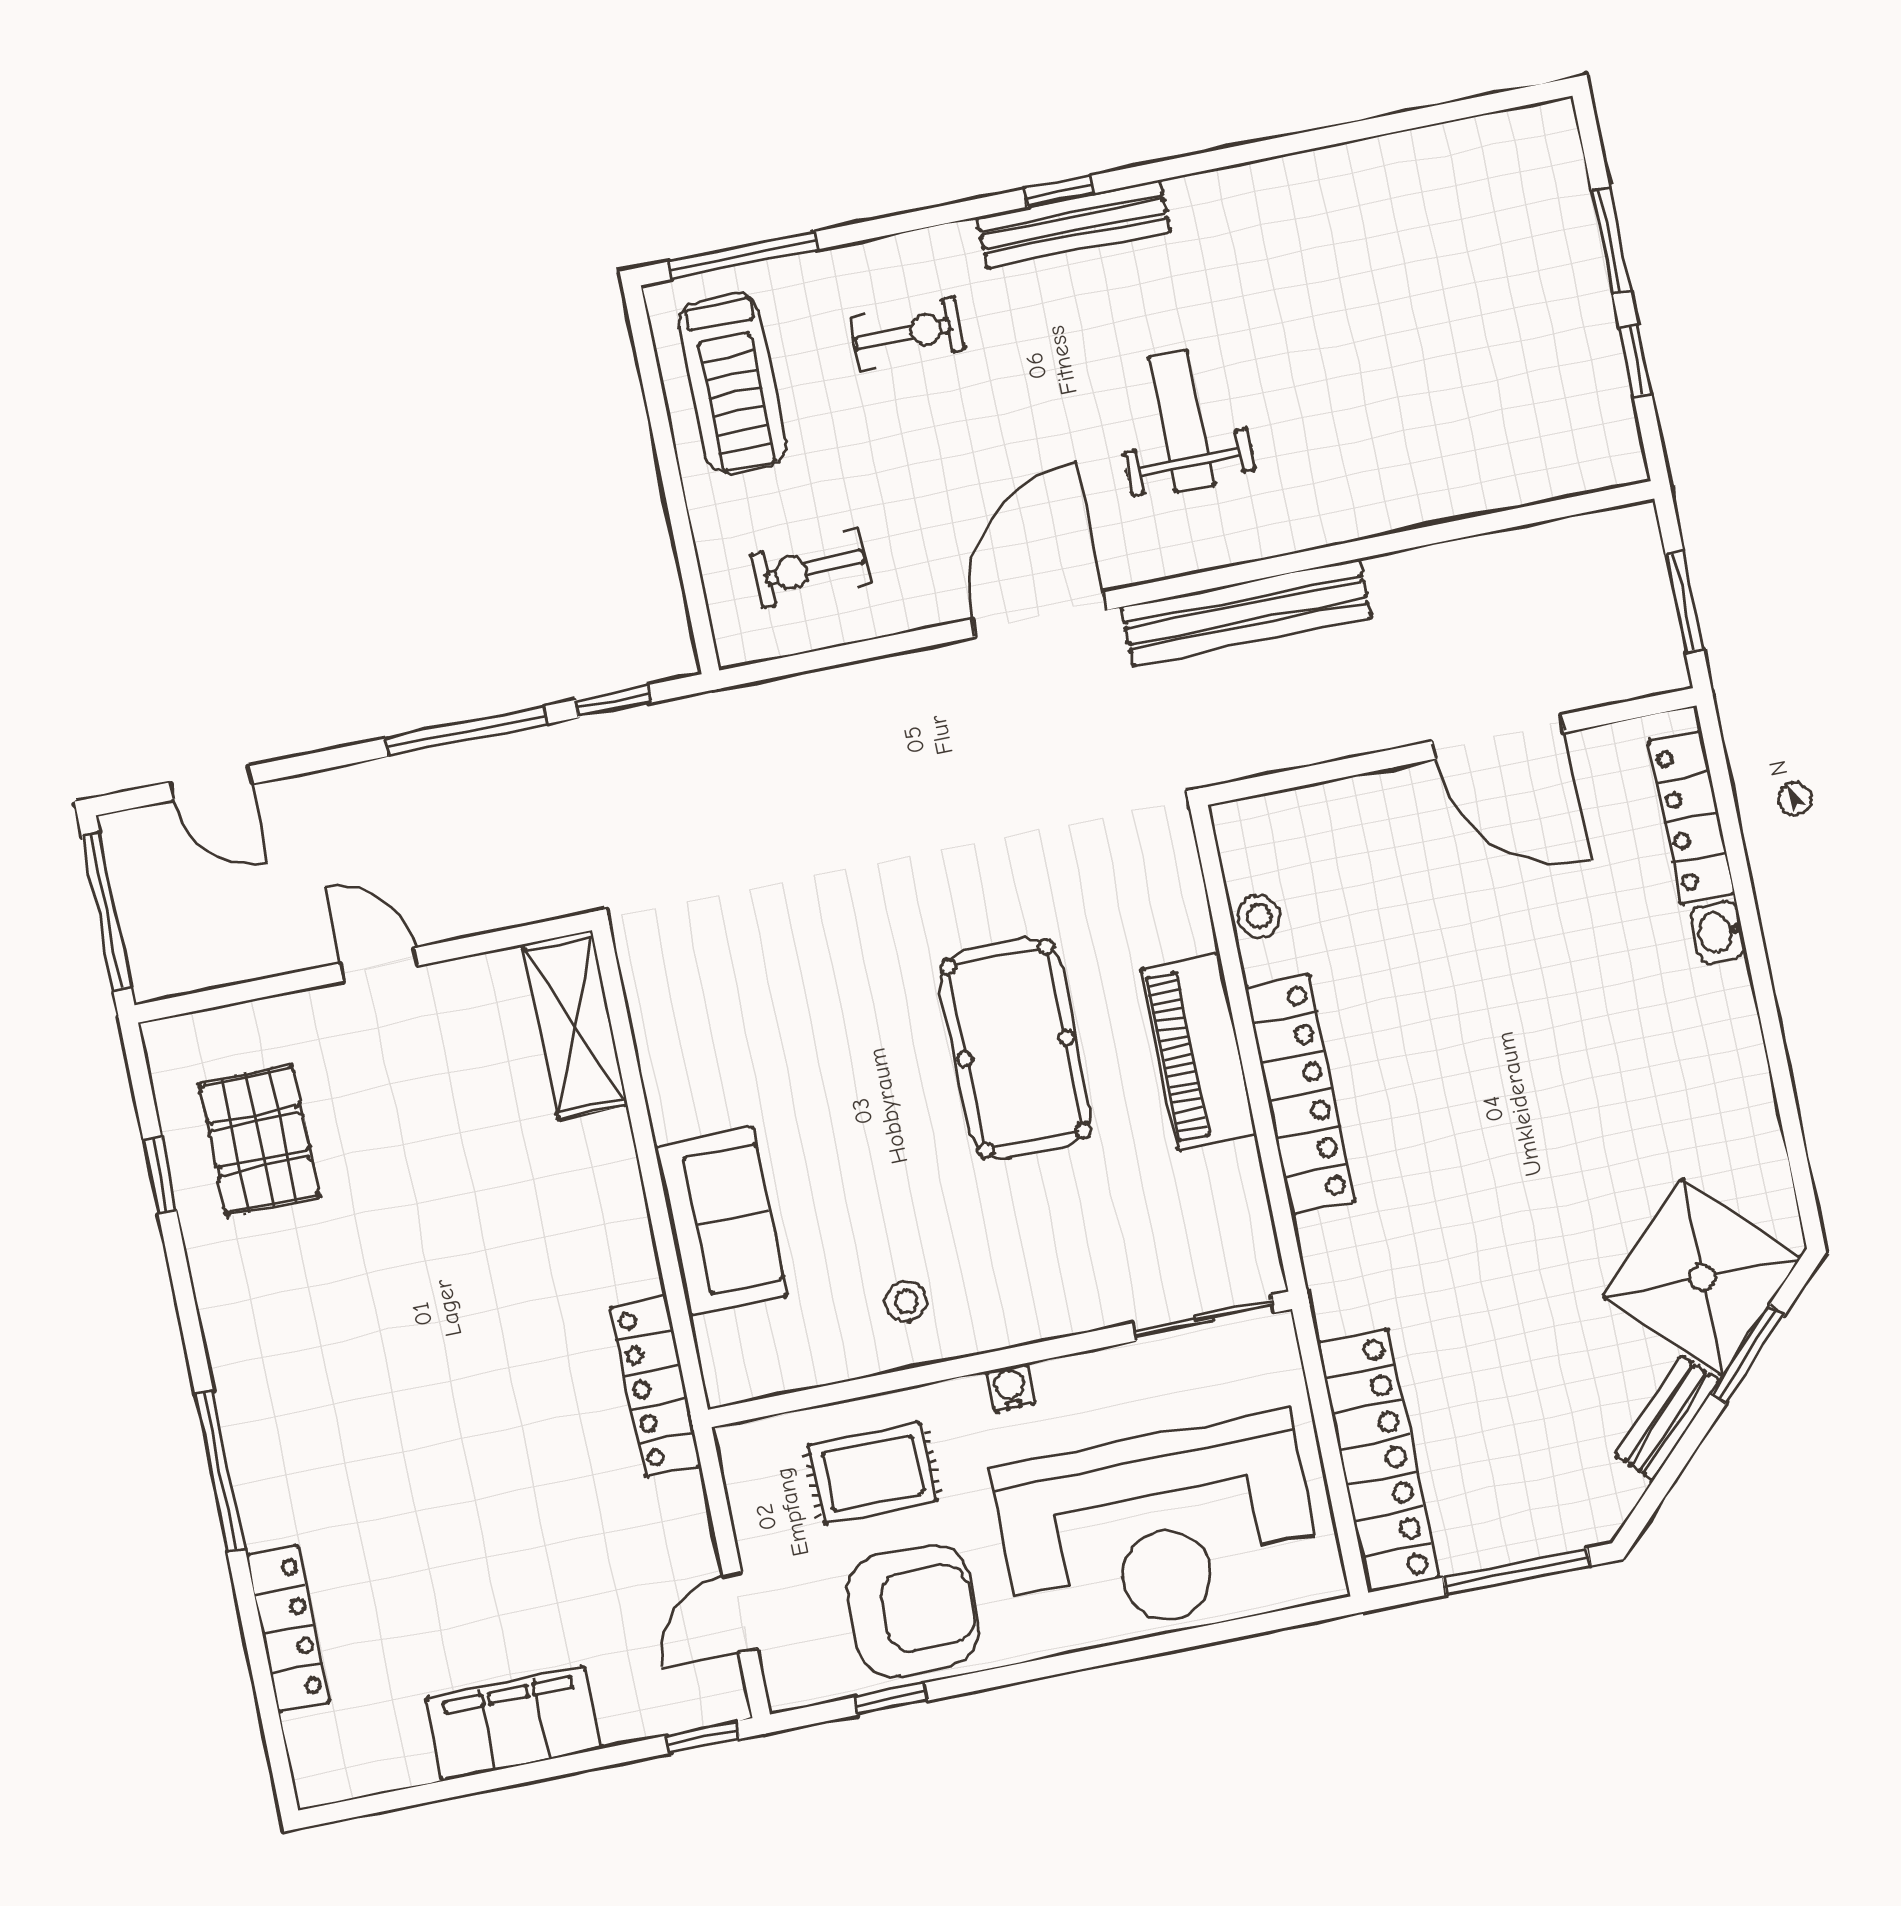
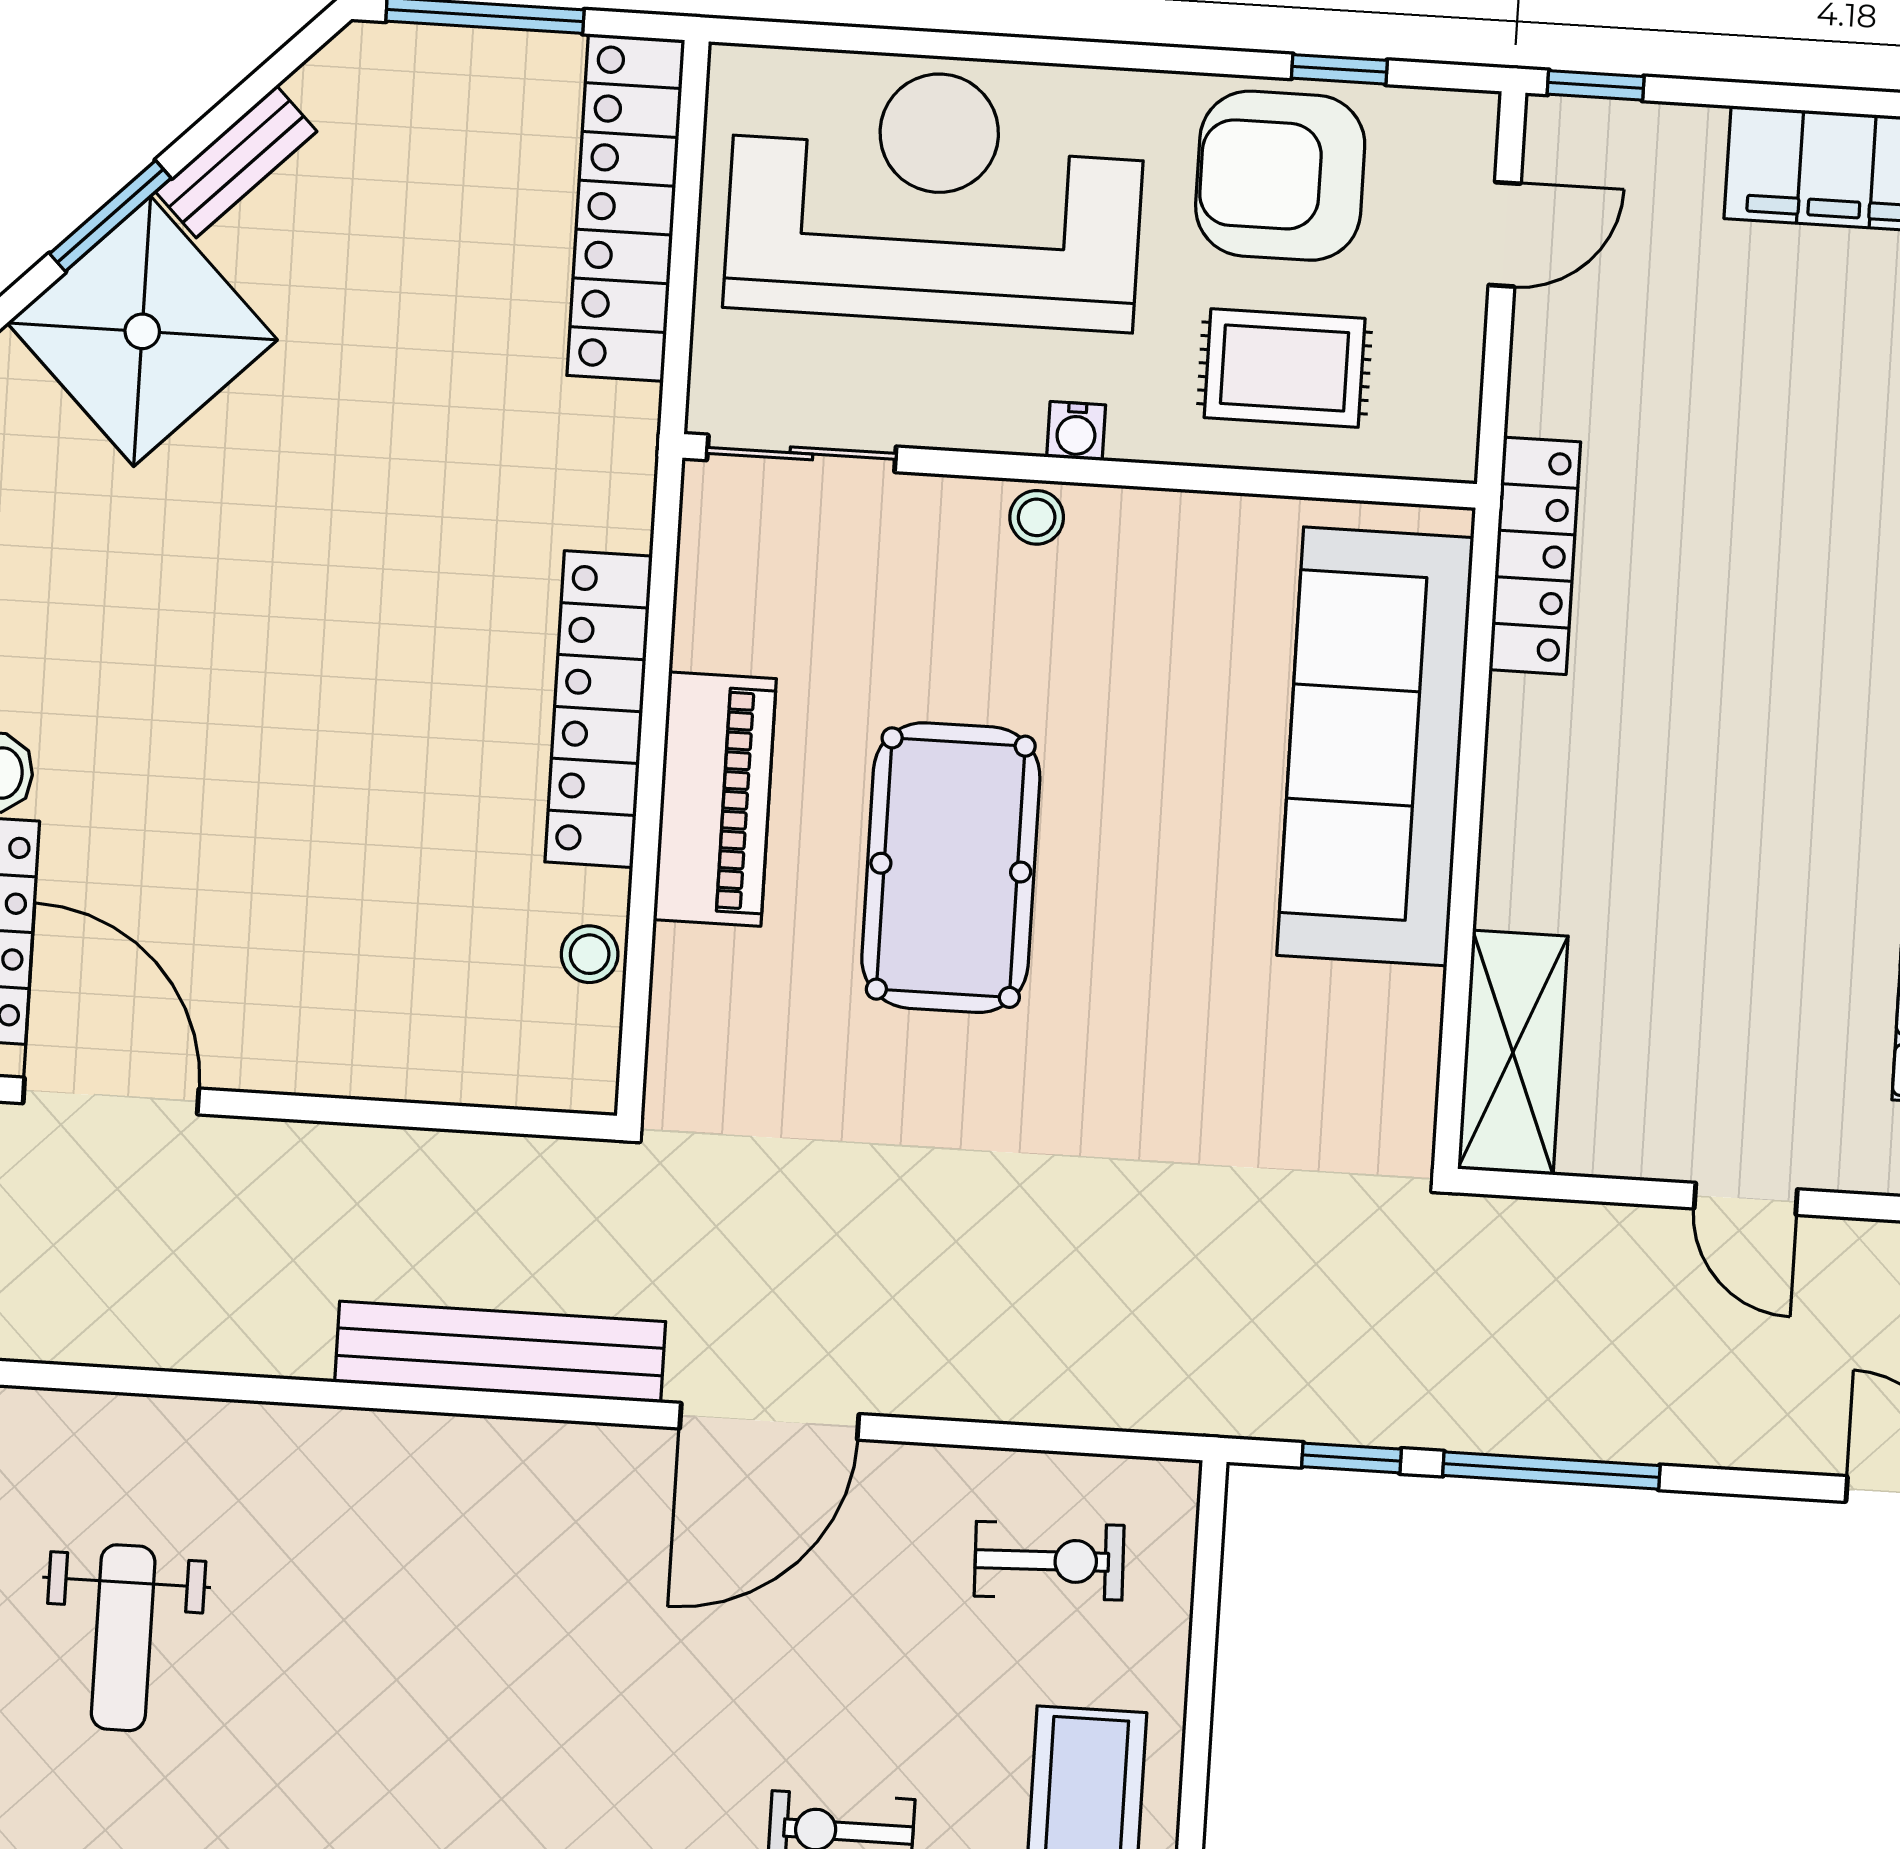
weight bench: (1181, 421) -> (123, 1638), moved
door: (1498, 737) -> (111, 1096), moved
sofa: (720, 1221) -> (1375, 746), width x1.85, depth x1.27
stool: (906, 1301) -> (1037, 517), moved

